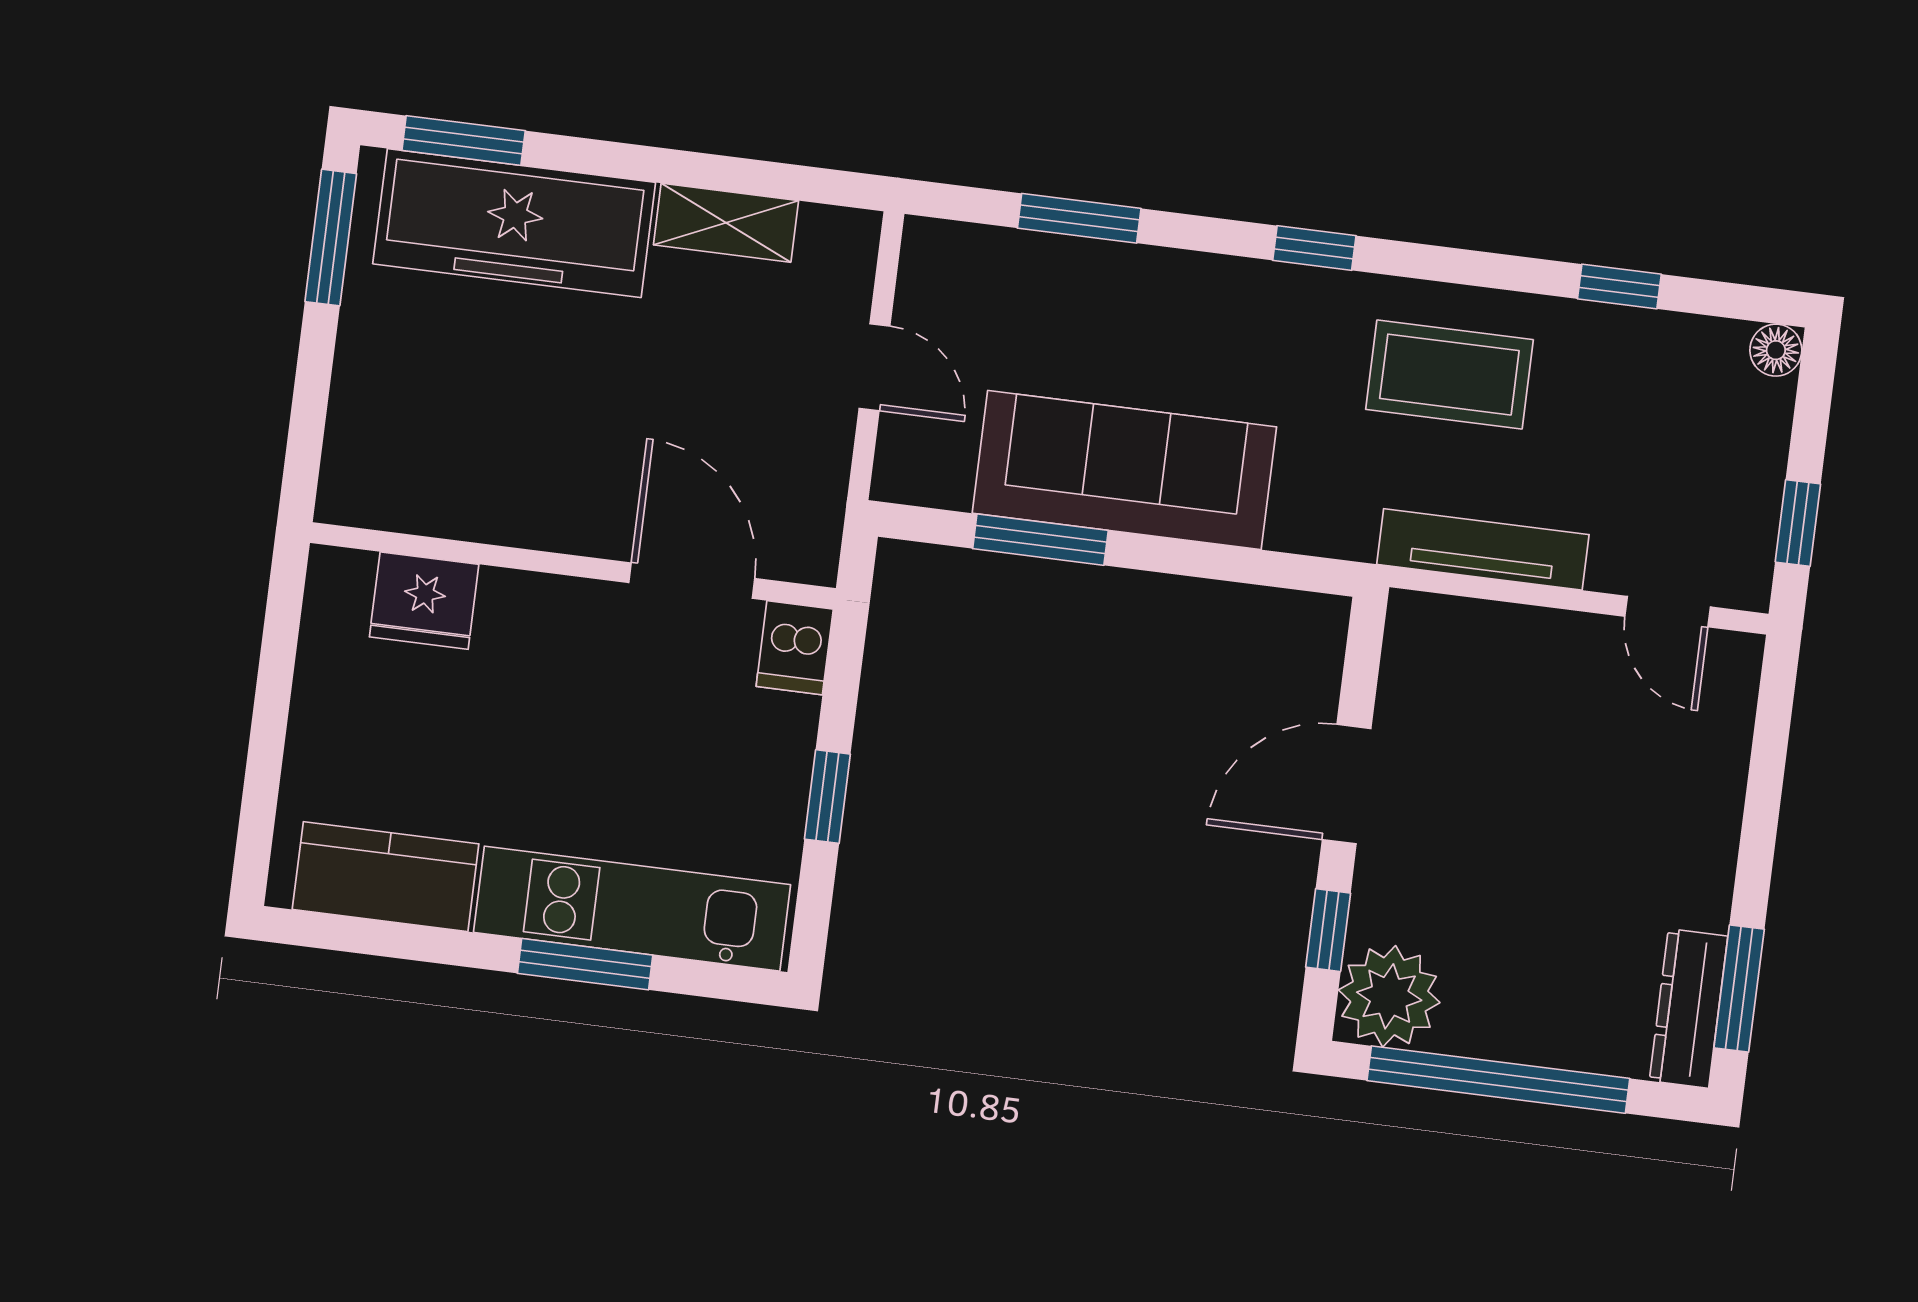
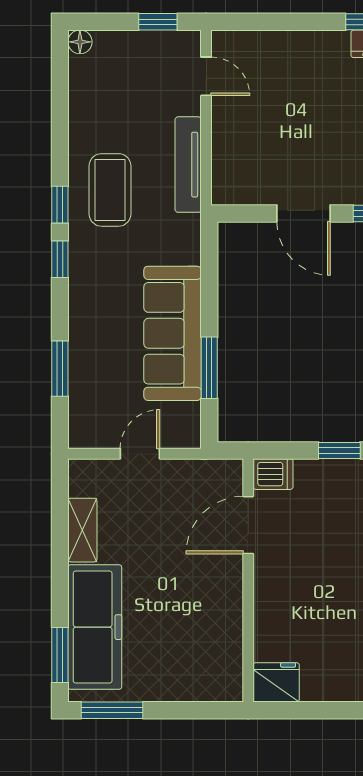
window: (1619, 286) -> (60, 205), moved
fridge: (424, 601) -> (276, 682), moved, turned -90
door: (1668, 612) -> (206, 76), hinge flipped

